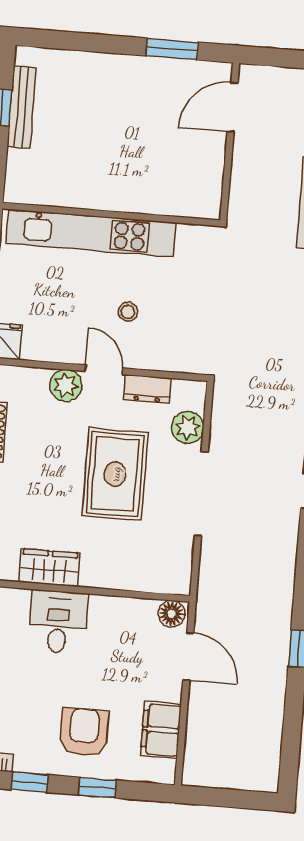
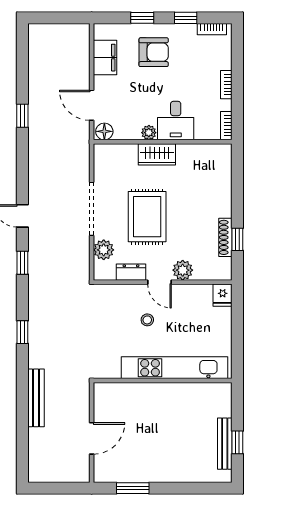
door: (232, 107) -> (92, 438), moved
wardrobe: (49, 568) -> (157, 154), moved
plant: (102, 606) -> (149, 133), added
armchair: (84, 732) -> (154, 52), turned -90

